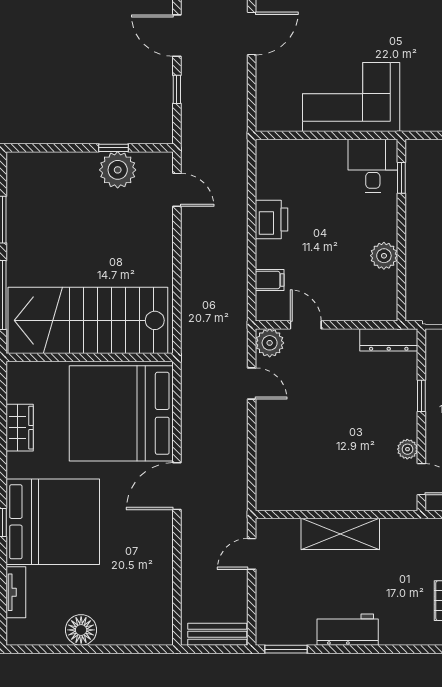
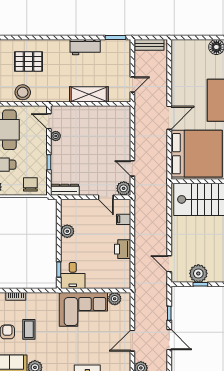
plant: (288, 119) -> (115, 299), added

